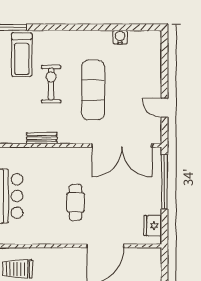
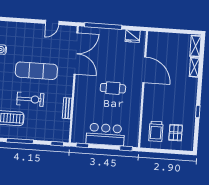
exercise bike: (51, 84) -> (30, 99), turned 180

